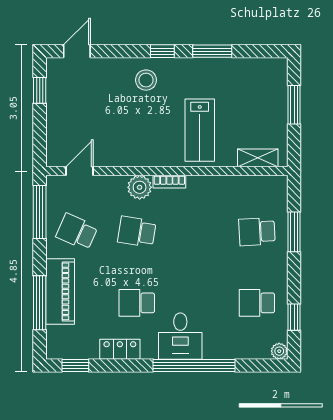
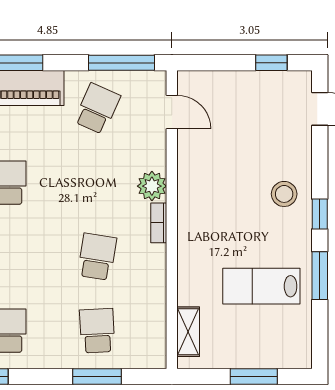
lab bench: (200, 130) -> (261, 286), moved
school desk: (137, 232) -> (97, 257), moved

